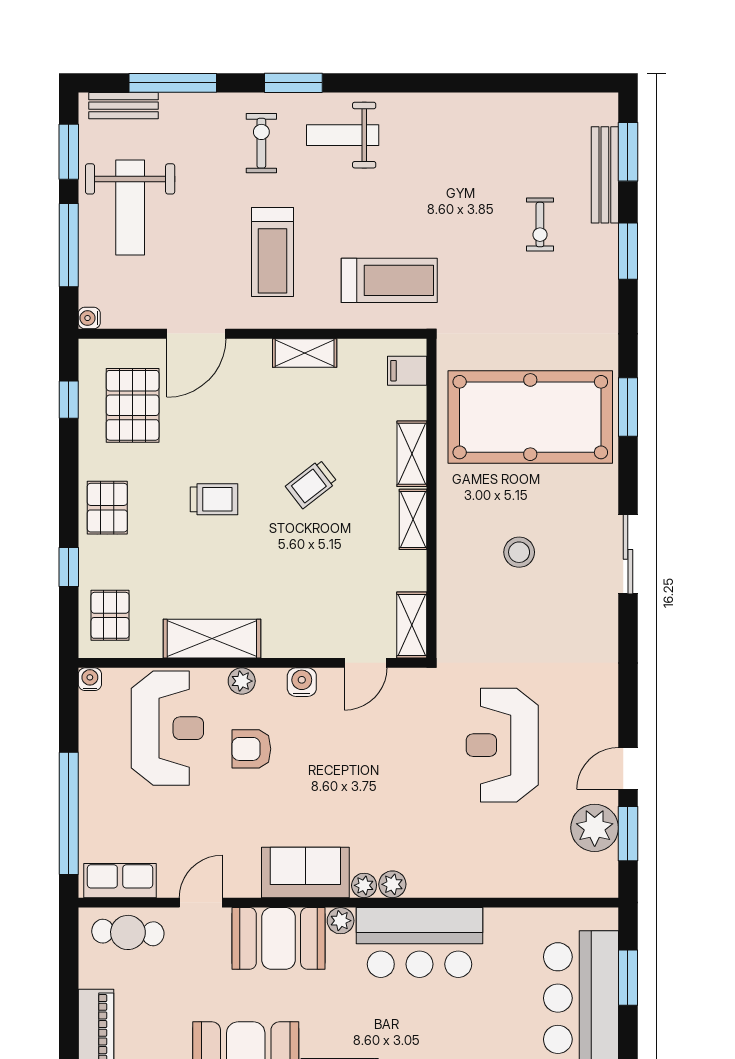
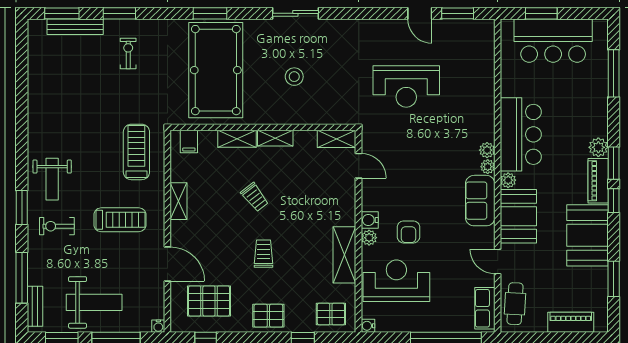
exercise bike: (540, 225) -> (128, 53), moved, turned -90
water cooler: (302, 682) -> (370, 220), moved
plant: (595, 828) -> (454, 33), removed

